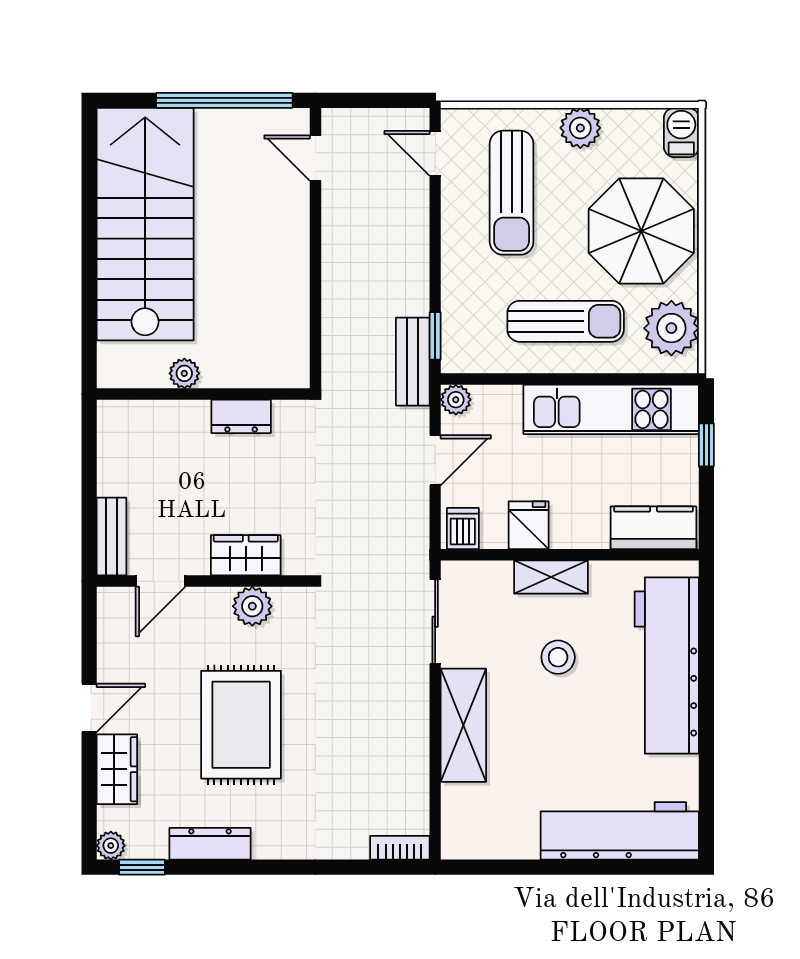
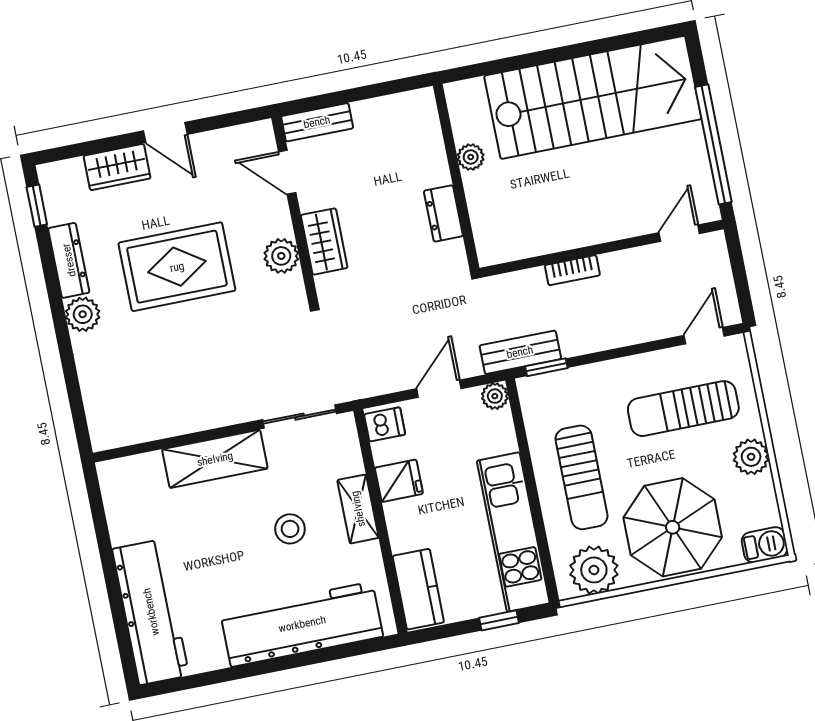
door: (435, 460) -> (439, 389), swing flipped
plant: (111, 846) -> (83, 314), moved, width x1.38, depth x1.38
bookcase: (400, 848) -> (572, 270), moved, turned 90

